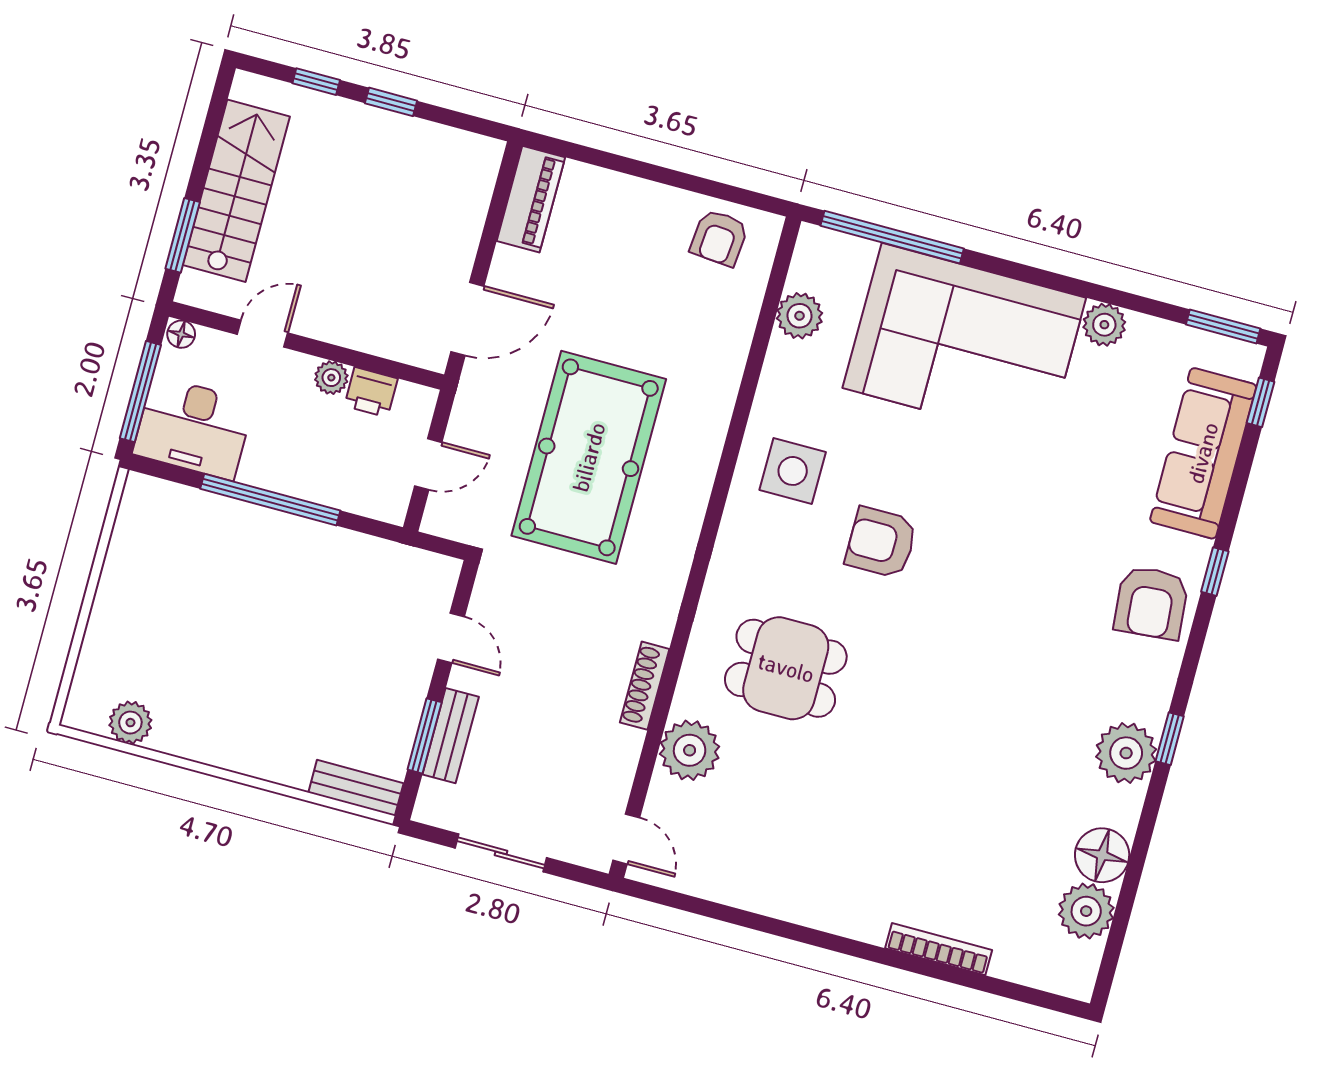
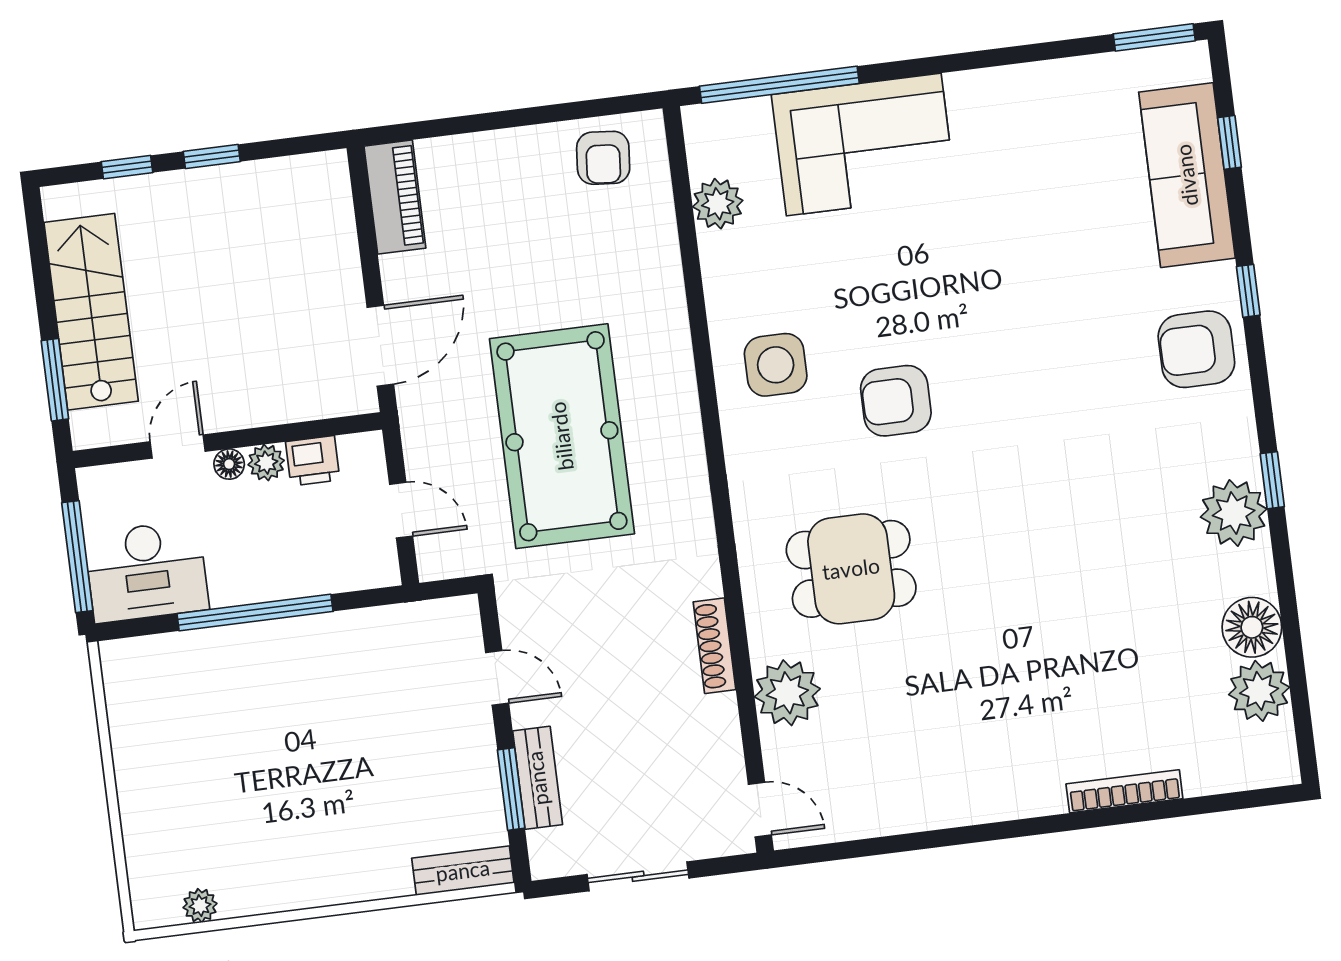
plant: (1104, 325) -> (1032, 85), removed
floor lamp: (181, 334) -> (229, 464), moved
corner sofa: (964, 343) -> (864, 145), width x0.73, depth x0.74
window: (1260, 402) -> (1230, 142), moved
door: (428, 464) -> (401, 510), hinge flipped
armchair: (1151, 603) -> (1196, 349), turned 95
plant: (130, 723) -> (200, 906), width x0.73, depth x0.73

